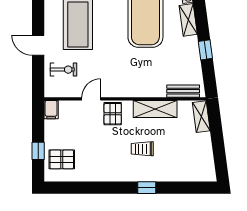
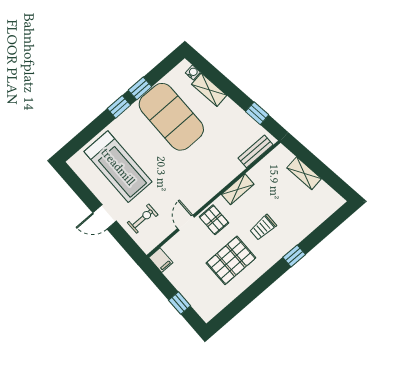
window: (205, 50) -> (257, 113), moved
shelving: (155, 109) -> (238, 189), width x0.67, depth x0.75
shelving: (201, 117) -> (304, 173), moved
pallet: (62, 159) -> (231, 260), moved, width x1.50, depth x1.42

